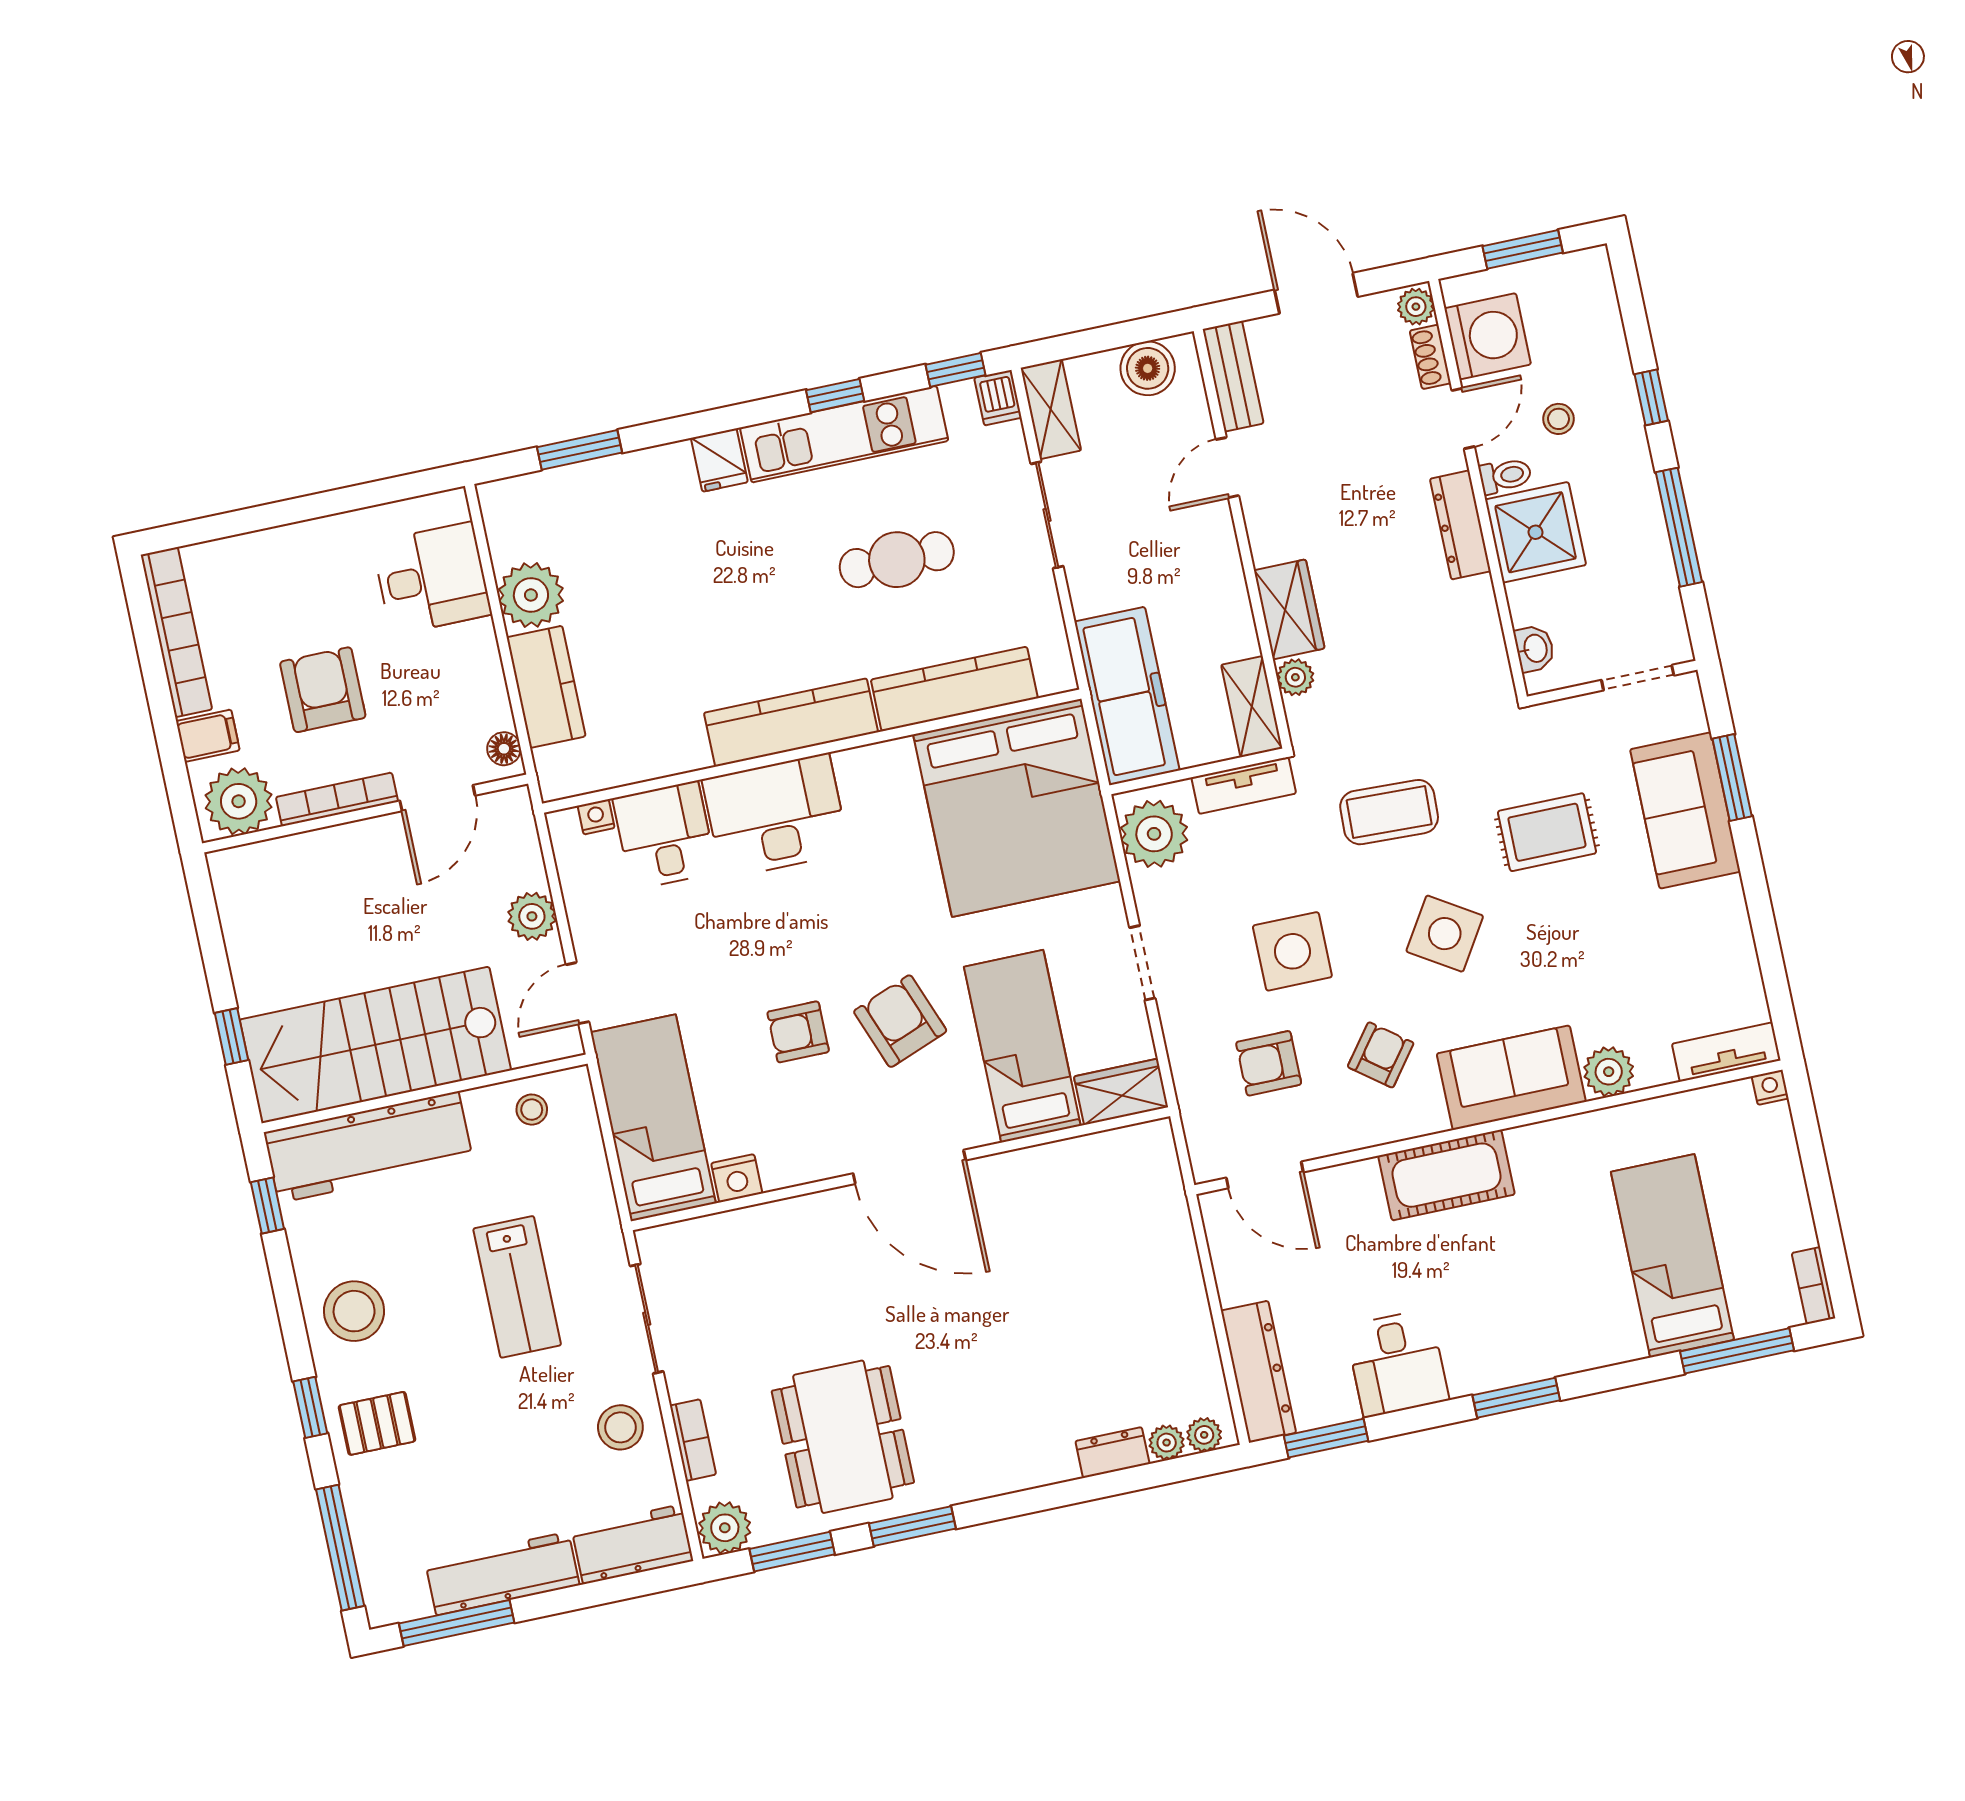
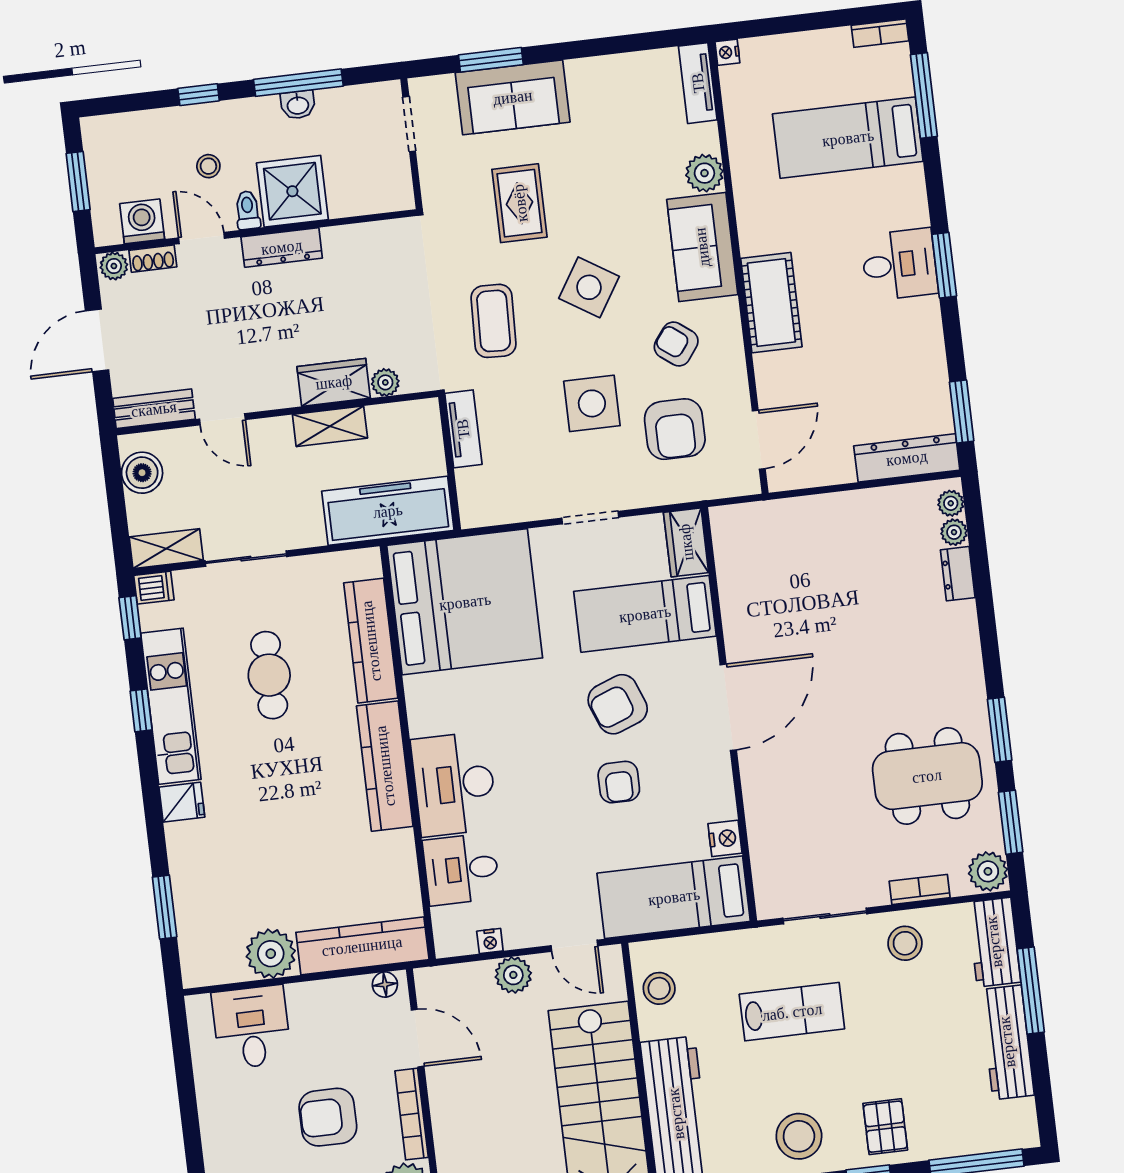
washing machine: (1488, 336) -> (142, 221), width x0.73, depth x0.73
washbasin: (1534, 649) -> (298, 105), moved, turned 180
kitchen counter: (546, 687) -> (362, 946), width x1.50
shelving: (1252, 707) -> (330, 426), moved
nightstand: (596, 817) -> (490, 941), moved, turned -90
plant: (1154, 834) -> (494, 500), removed
armchair: (1269, 1063) -> (675, 429), width x1.38, depth x1.38
stool: (532, 1110) -> (659, 988), width x1.37, depth x1.37
desk: (1397, 1363) -> (899, 264), moved
window: (457, 1623) -> (1031, 990), moved

